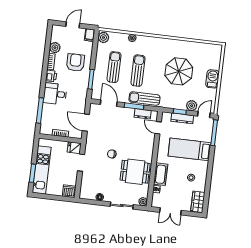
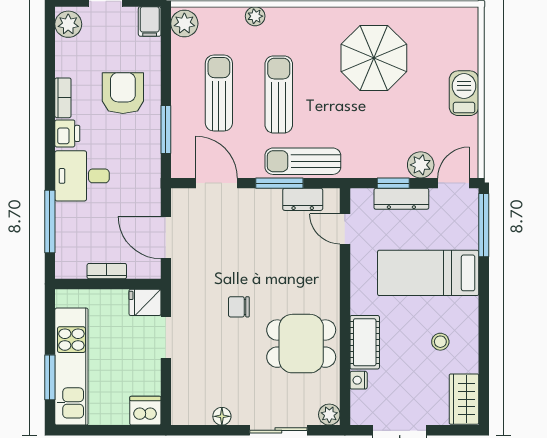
plant: (55, 48) -> (68, 24), moved
parasol: (179, 71) -> (374, 58), moved

